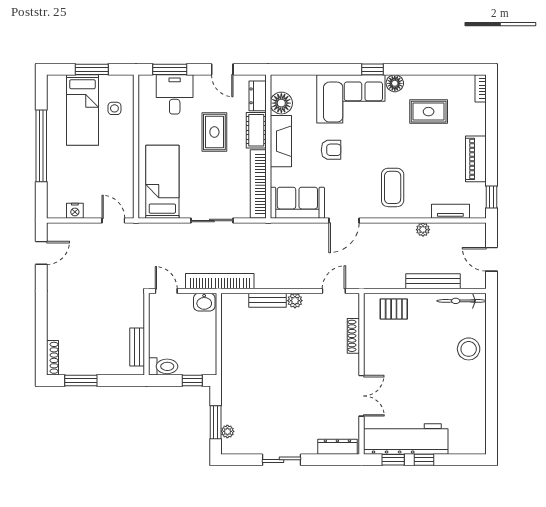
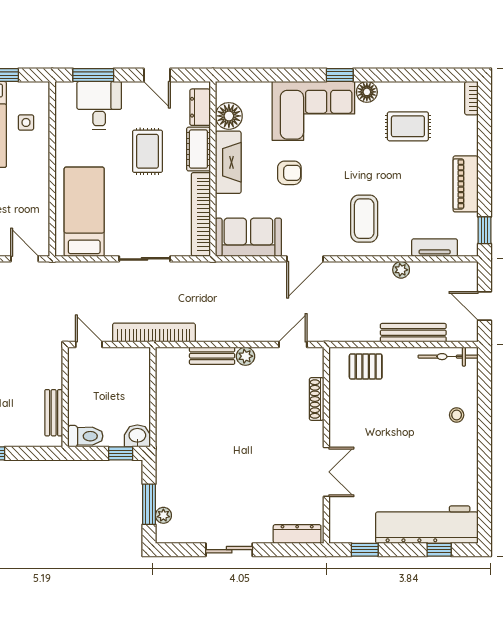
washbasin: (204, 302) -> (137, 436), moved, turned 180
stool: (469, 349) -> (457, 415), width x0.53, depth x0.53
workbench: (406, 439) -> (427, 525), moved
window: (424, 460) -> (439, 550), moved

